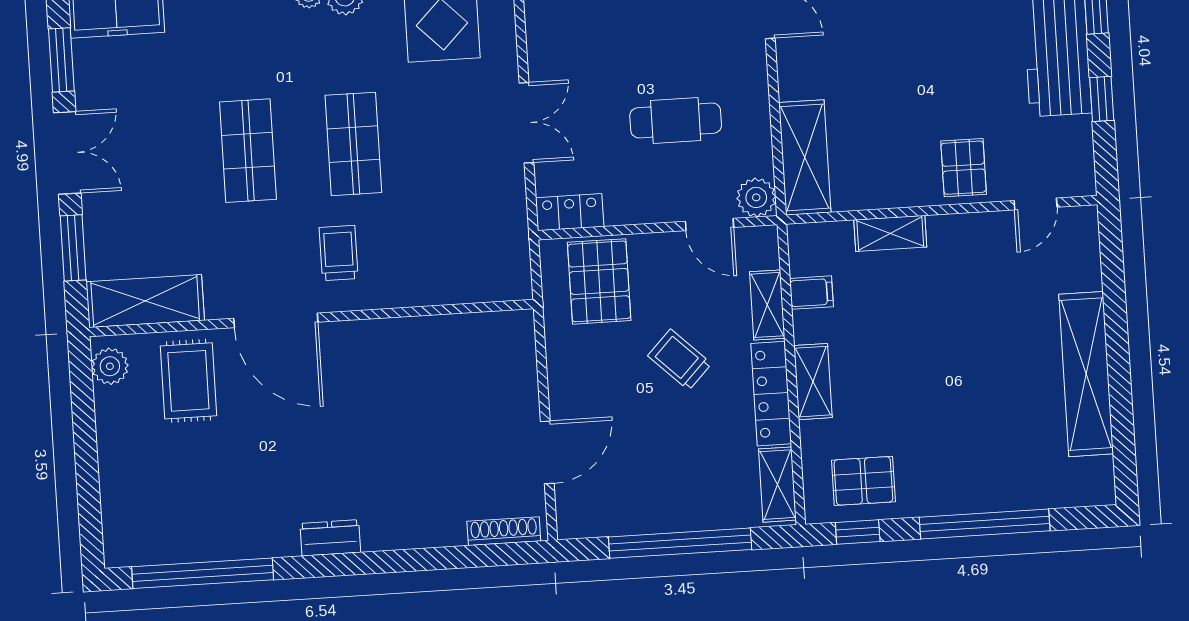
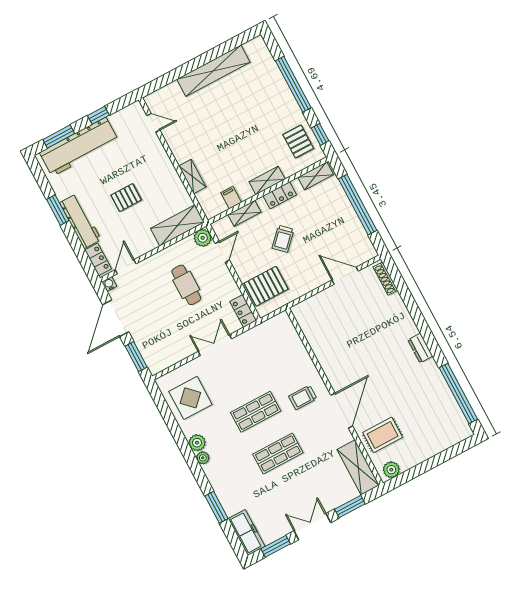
pallet: (964, 168) -> (126, 198), moved
locker: (771, 394) -> (280, 195), width x0.66

